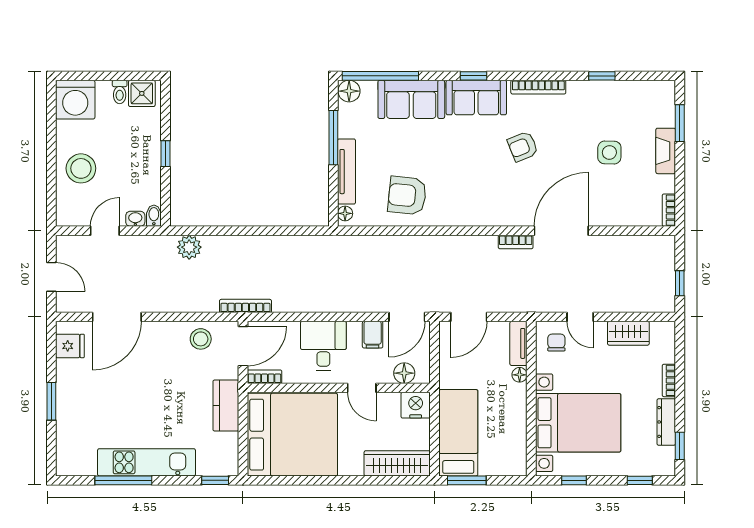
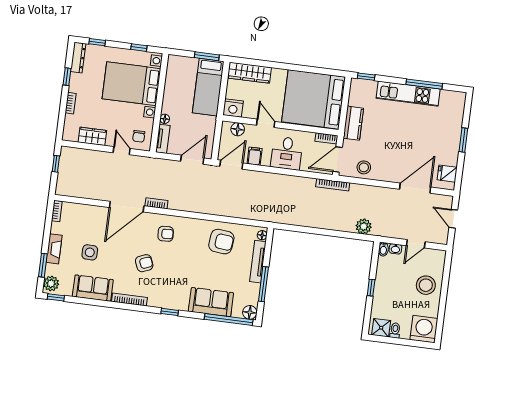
window: (602, 76) -> (56, 297), moved
plant: (663, 96) -> (51, 284), added
sofa: (476, 98) -> (93, 288), moved
armchair: (495, 196) -> (166, 234), added
dresser: (666, 422) -> (78, 58), moved
window: (680, 446) -> (67, 77), moved

